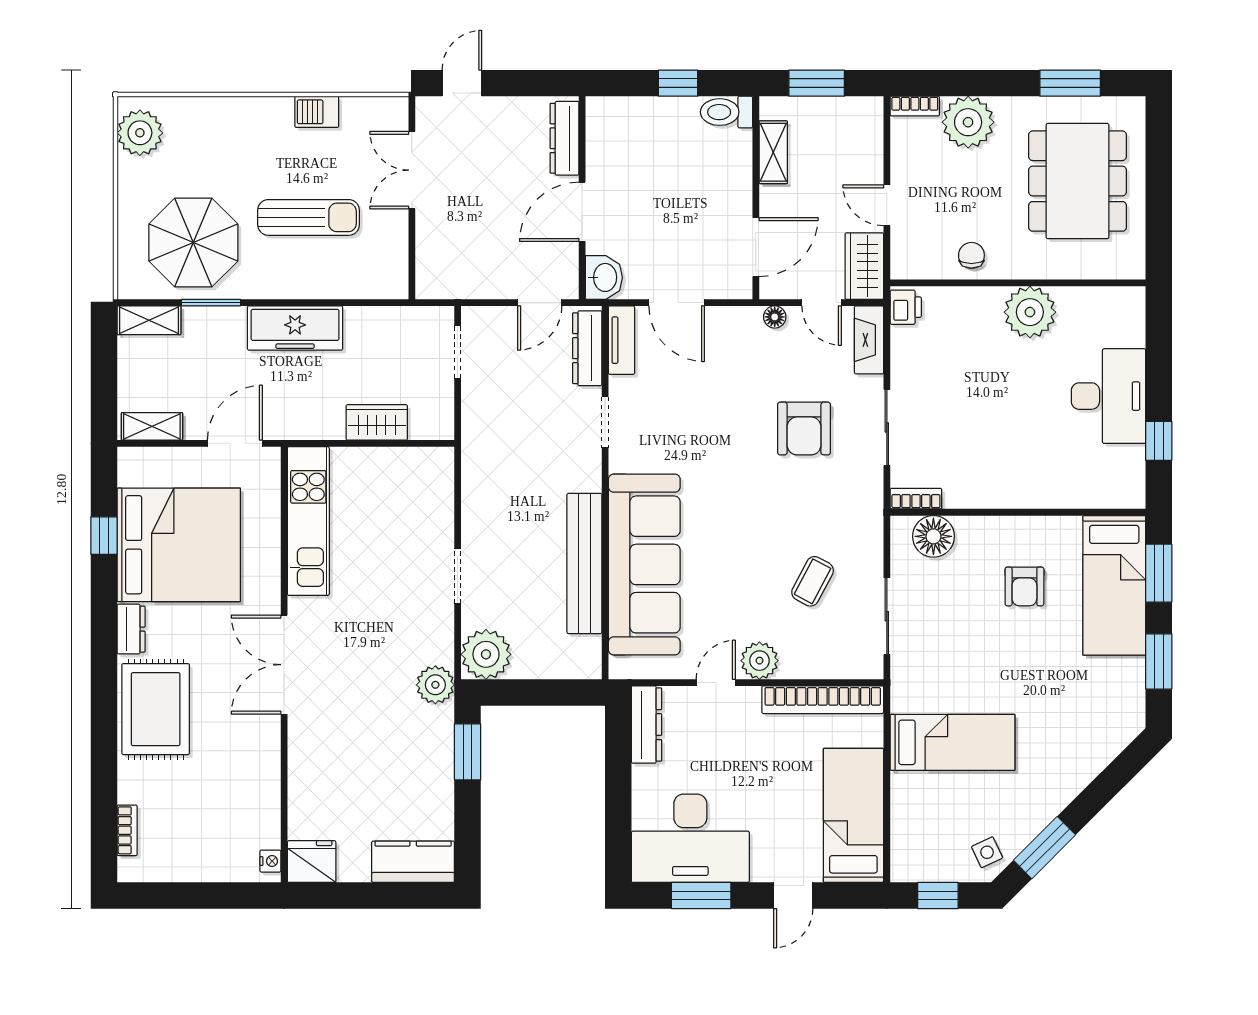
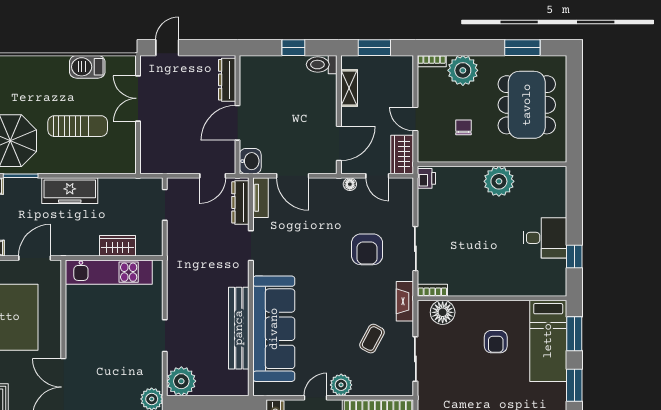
barbecue: (317, 112) -> (87, 67), width x1.38, depth x1.27
chair: (971, 255) -> (463, 127), moved
fireplace: (869, 340) -> (405, 301), moved
desk: (1108, 396) -> (545, 238), width x0.73
kitchen unit: (308, 521) -> (109, 272), moved, turned 90

